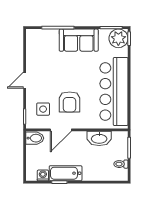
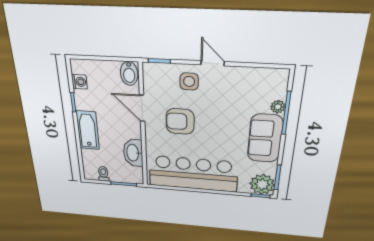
plant: (53, 34) -> (278, 107), added
side table: (43, 109) -> (189, 81), moved
bathtub: (66, 173) -> (88, 130), moved

